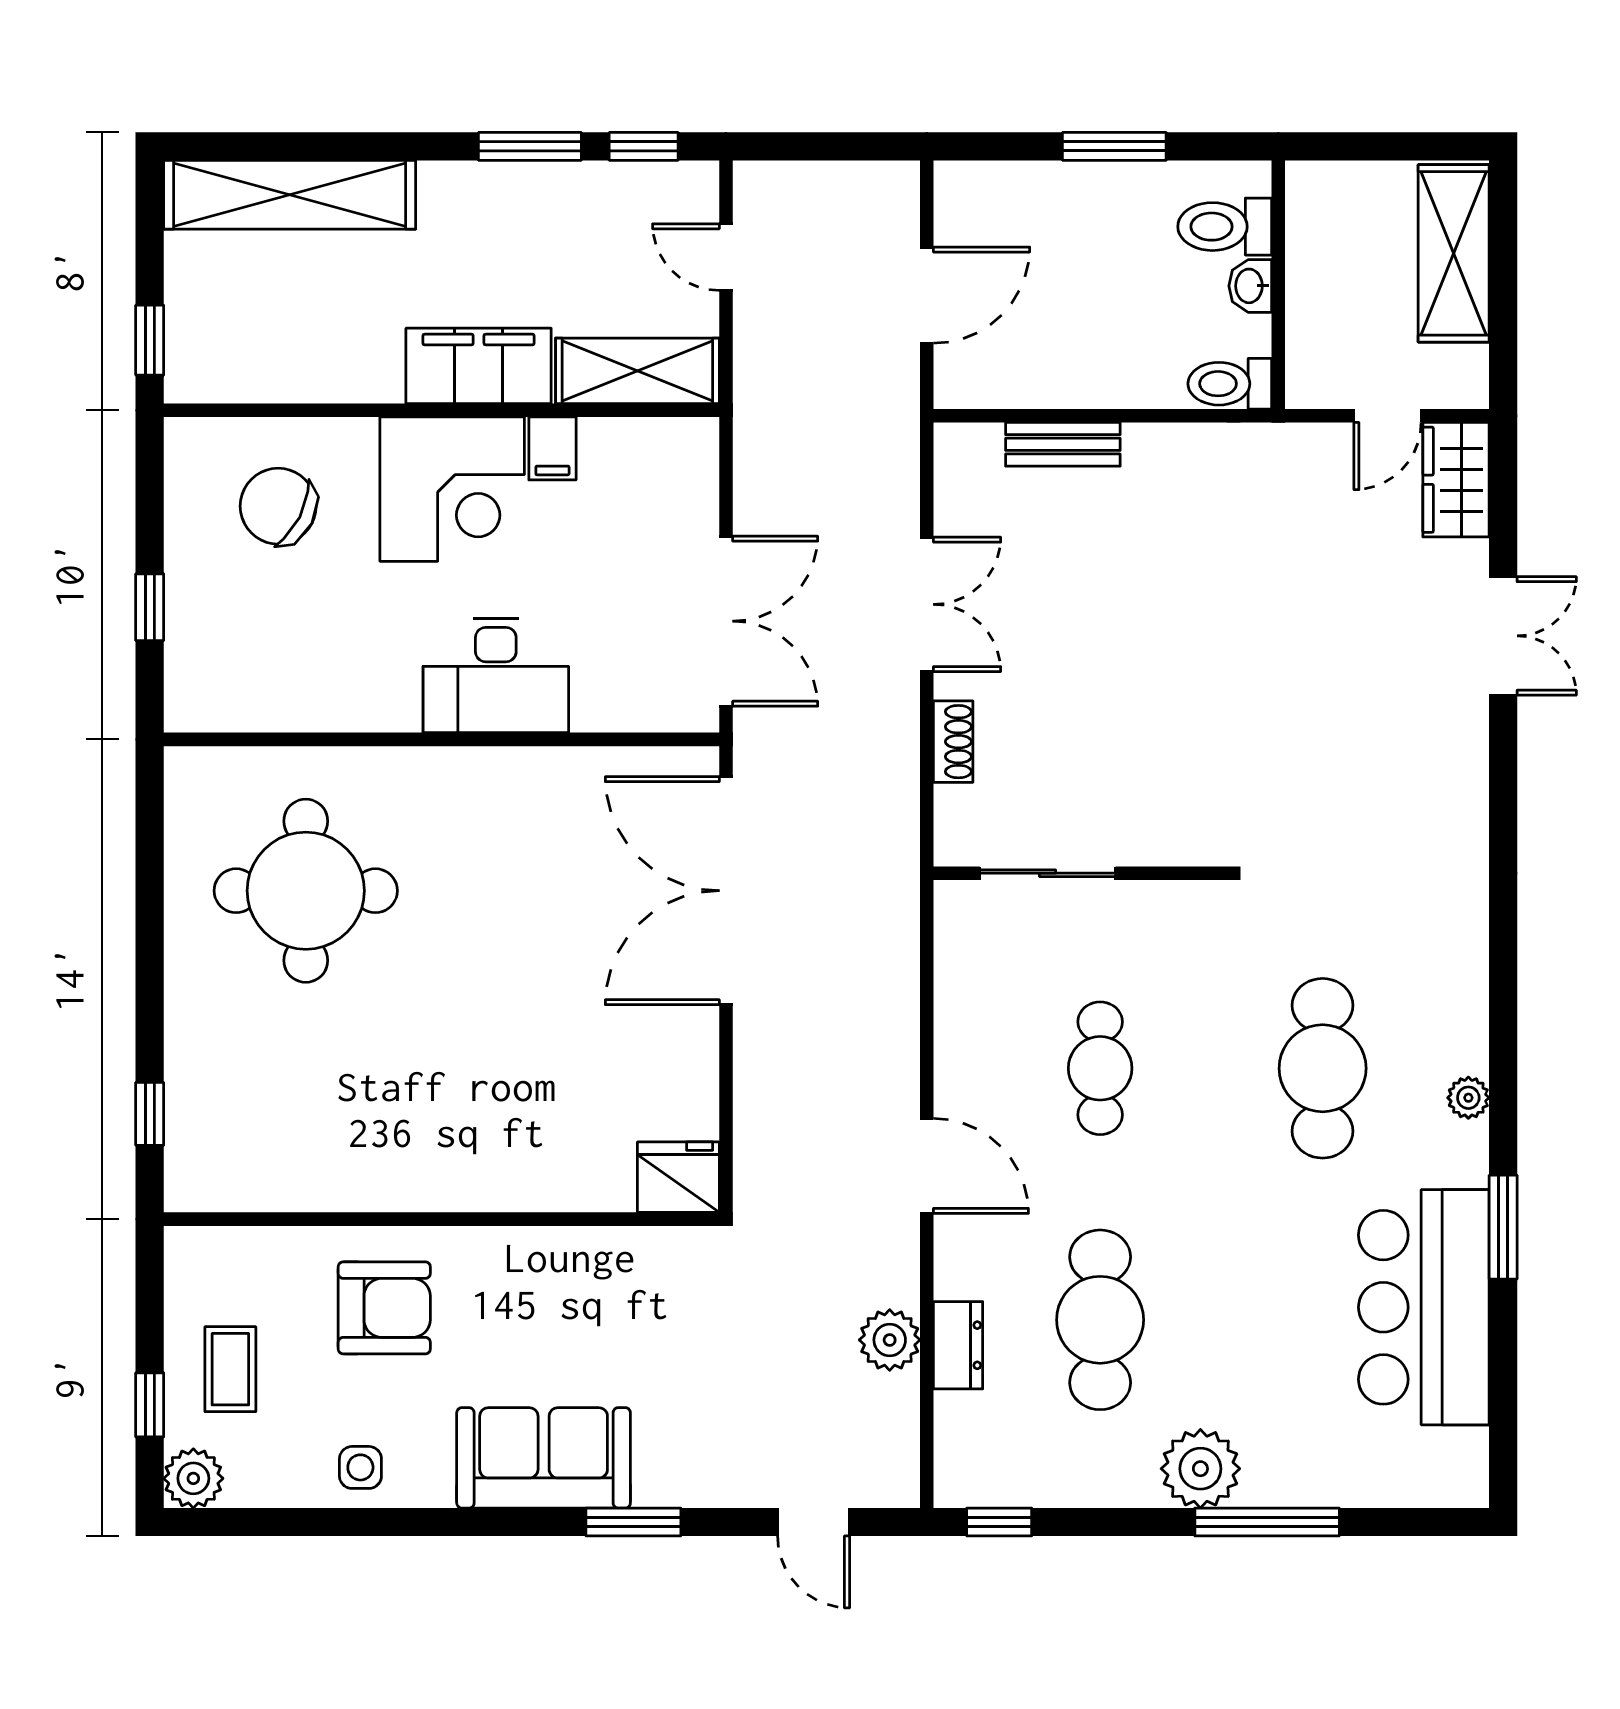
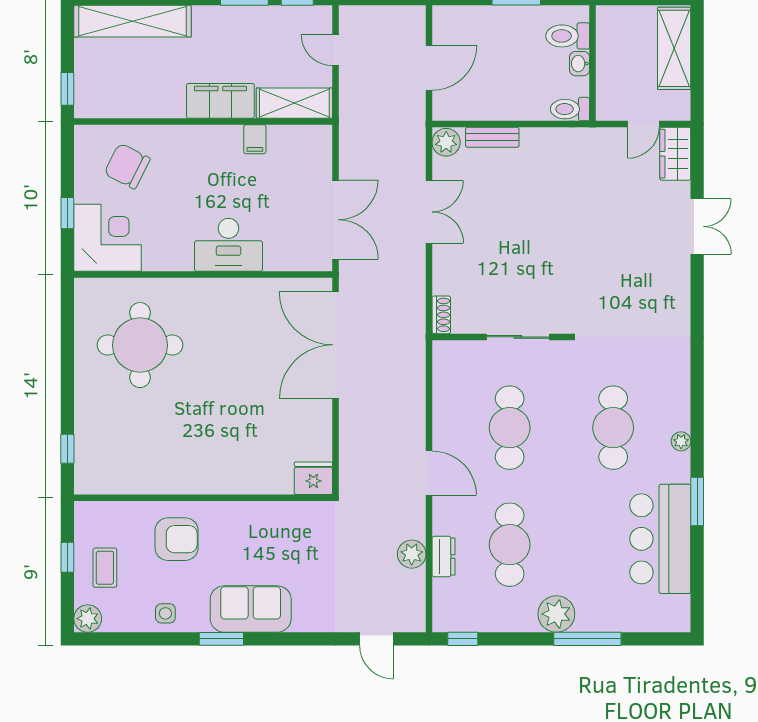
plant: (964, 455) -> (446, 142), added
corner desk: (452, 489) -> (107, 238), moved, turned -90
shoe rack: (953, 742) -> (441, 315), moved
sliding door: (1048, 873) -> (518, 337), moved
cafe table: (1100, 1068) -> (510, 428), width x1.37, depth x1.35
window: (150, 1405) -> (67, 557), moved
window: (633, 1522) -> (221, 639), moved

